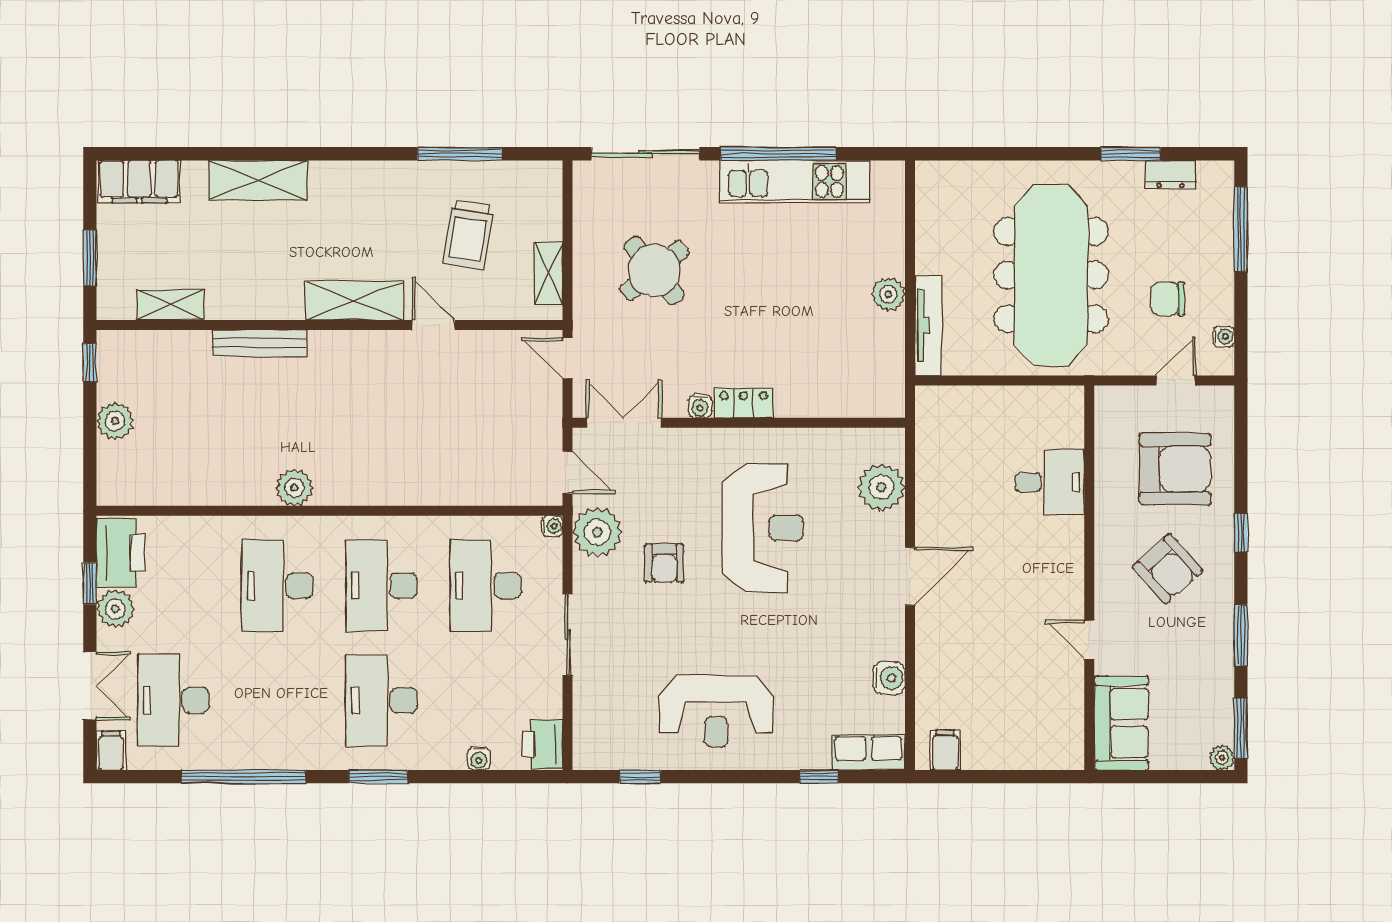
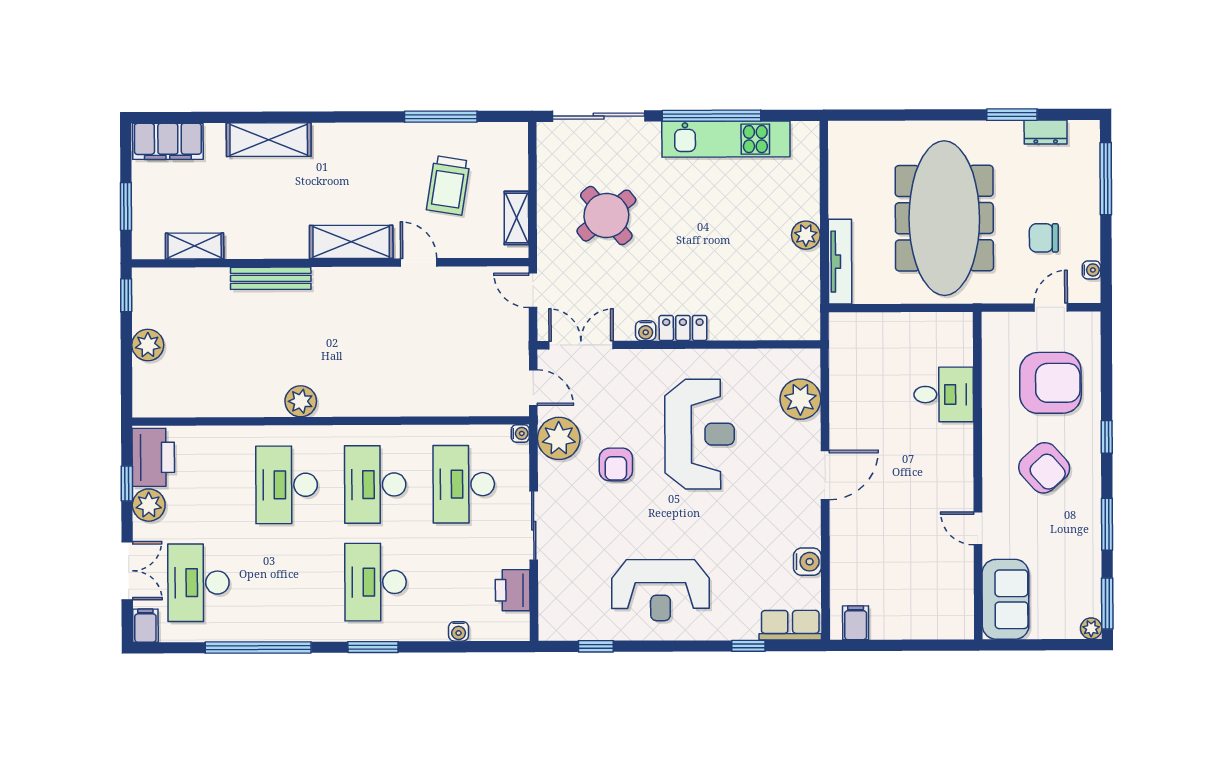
printer: (542, 744) -> (513, 590), moved

